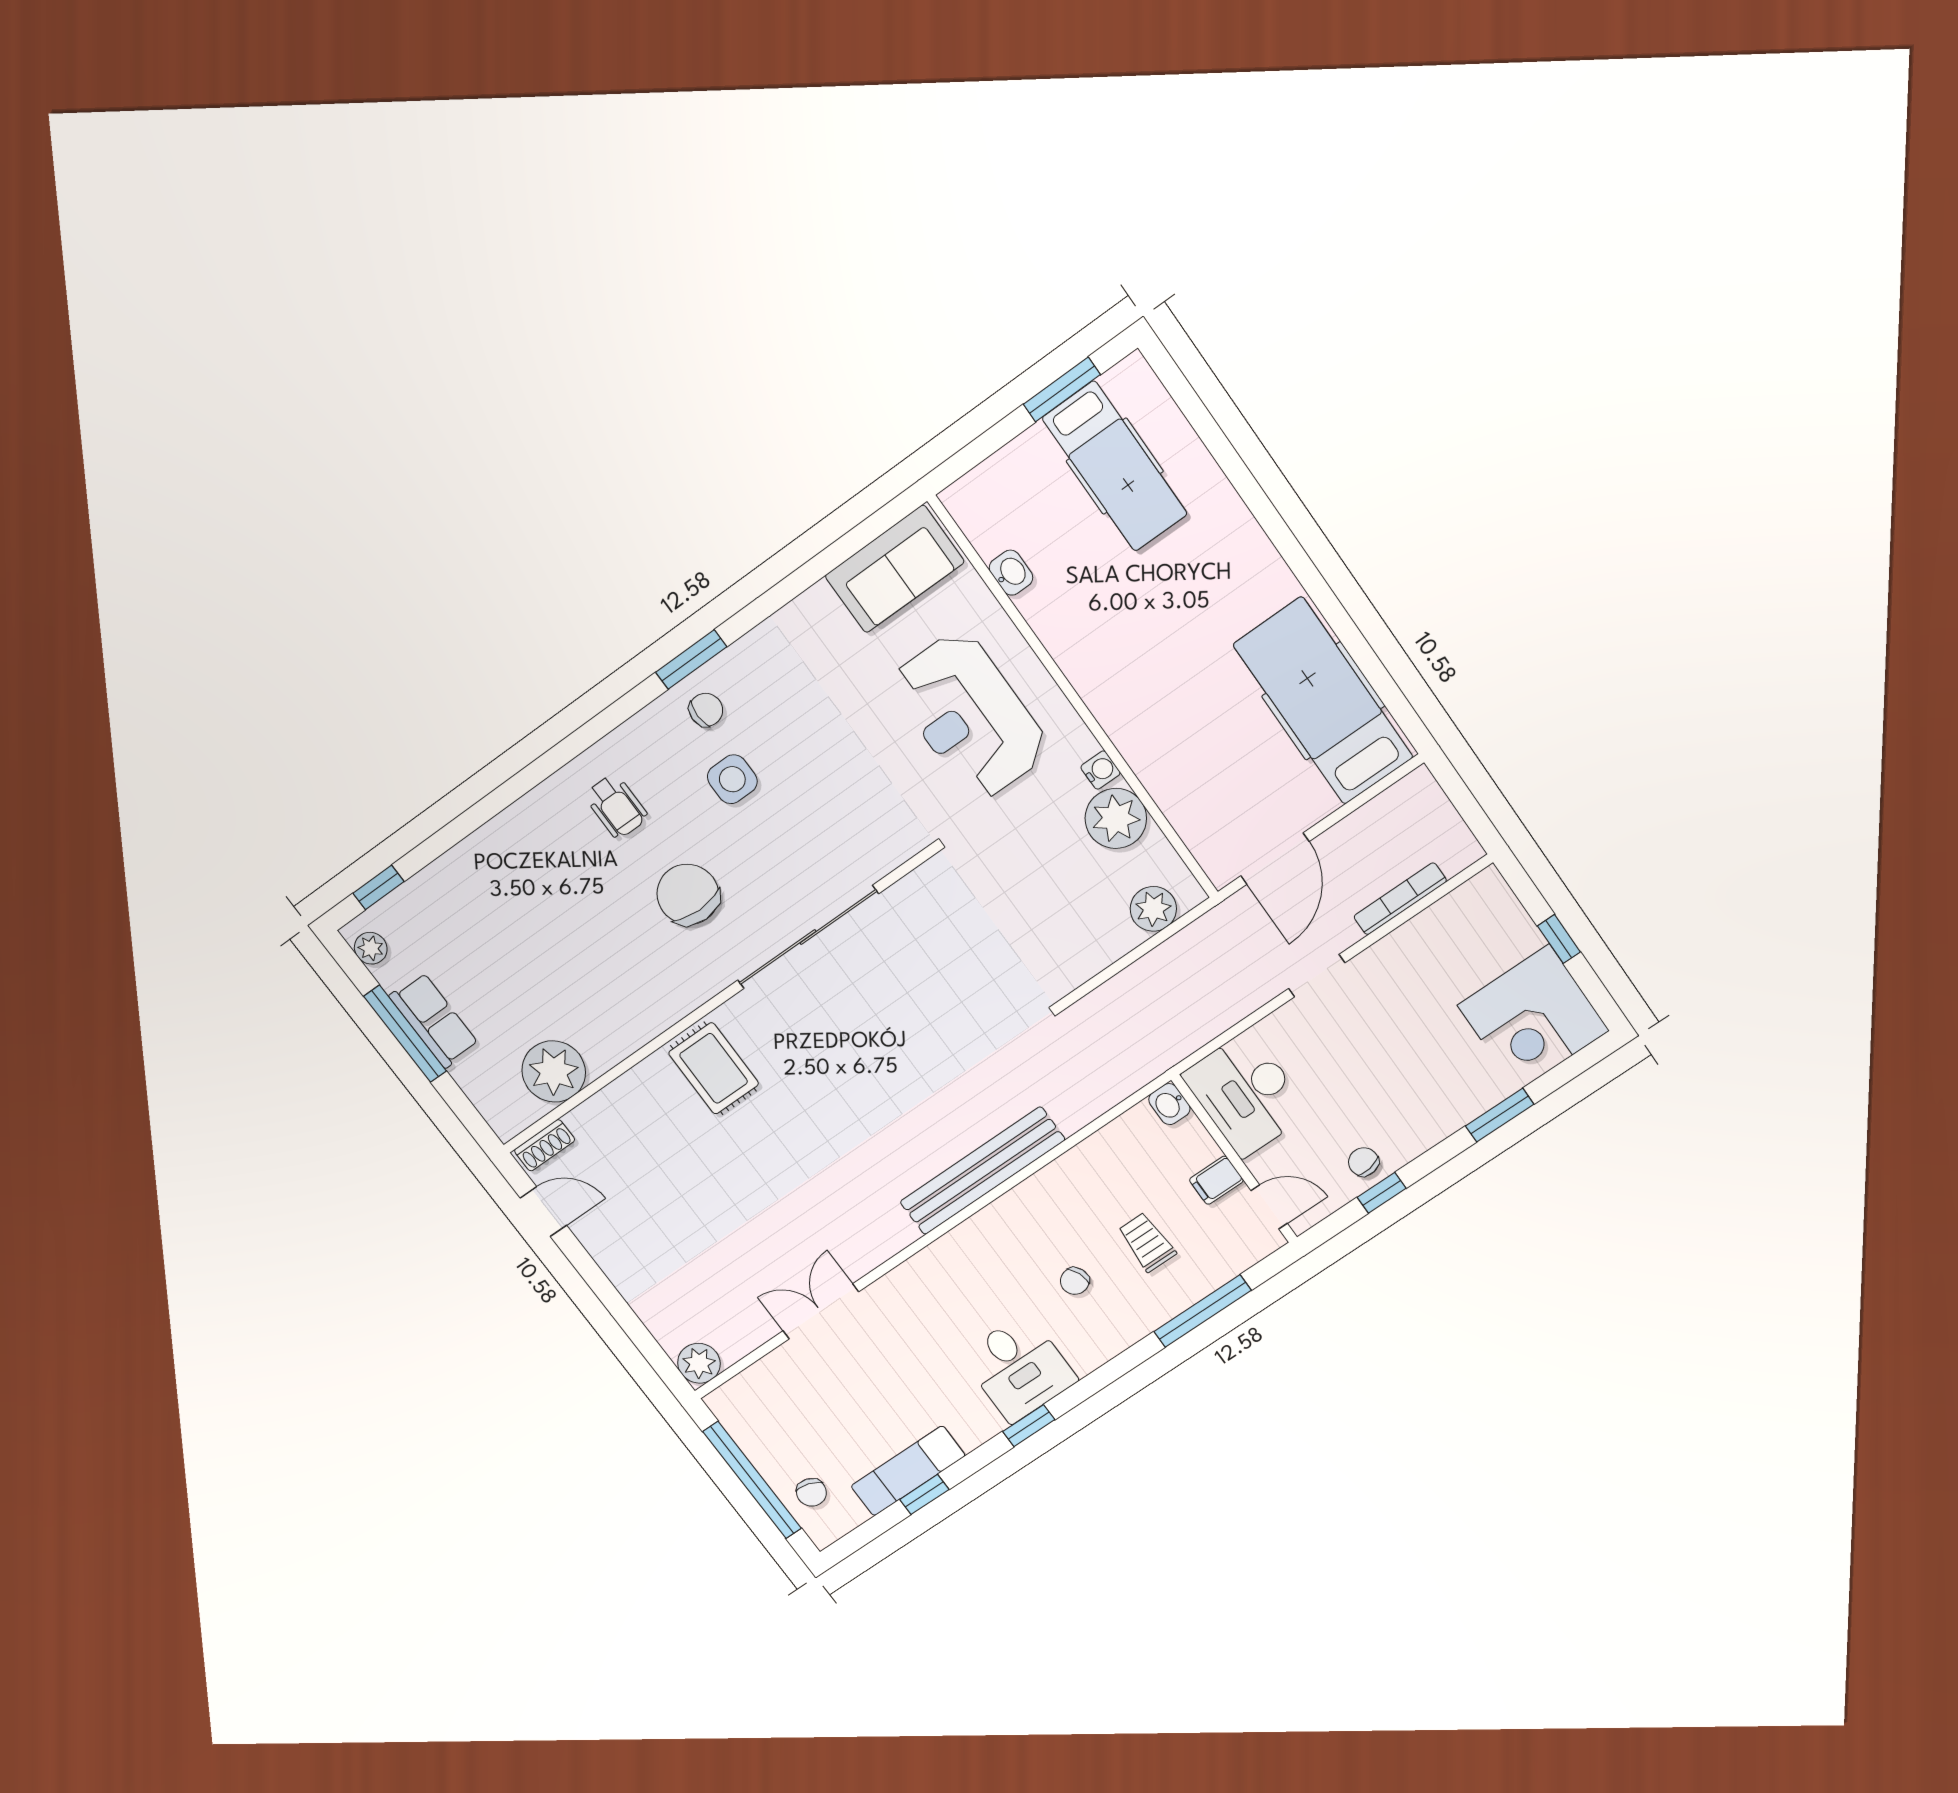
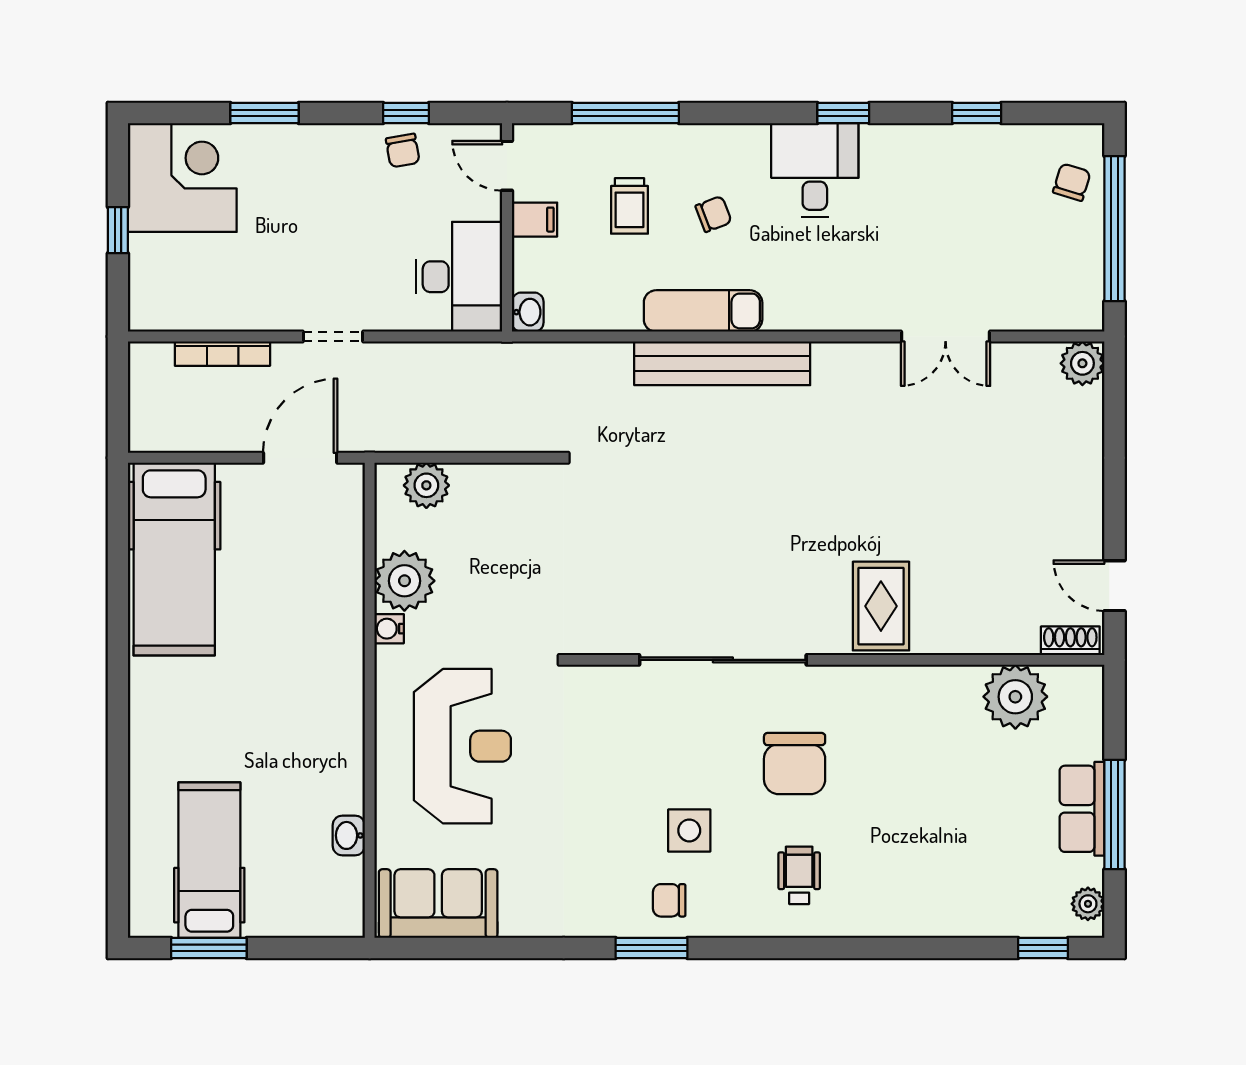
exam couch: (908, 1471) -> (703, 311), moved, turned 180

